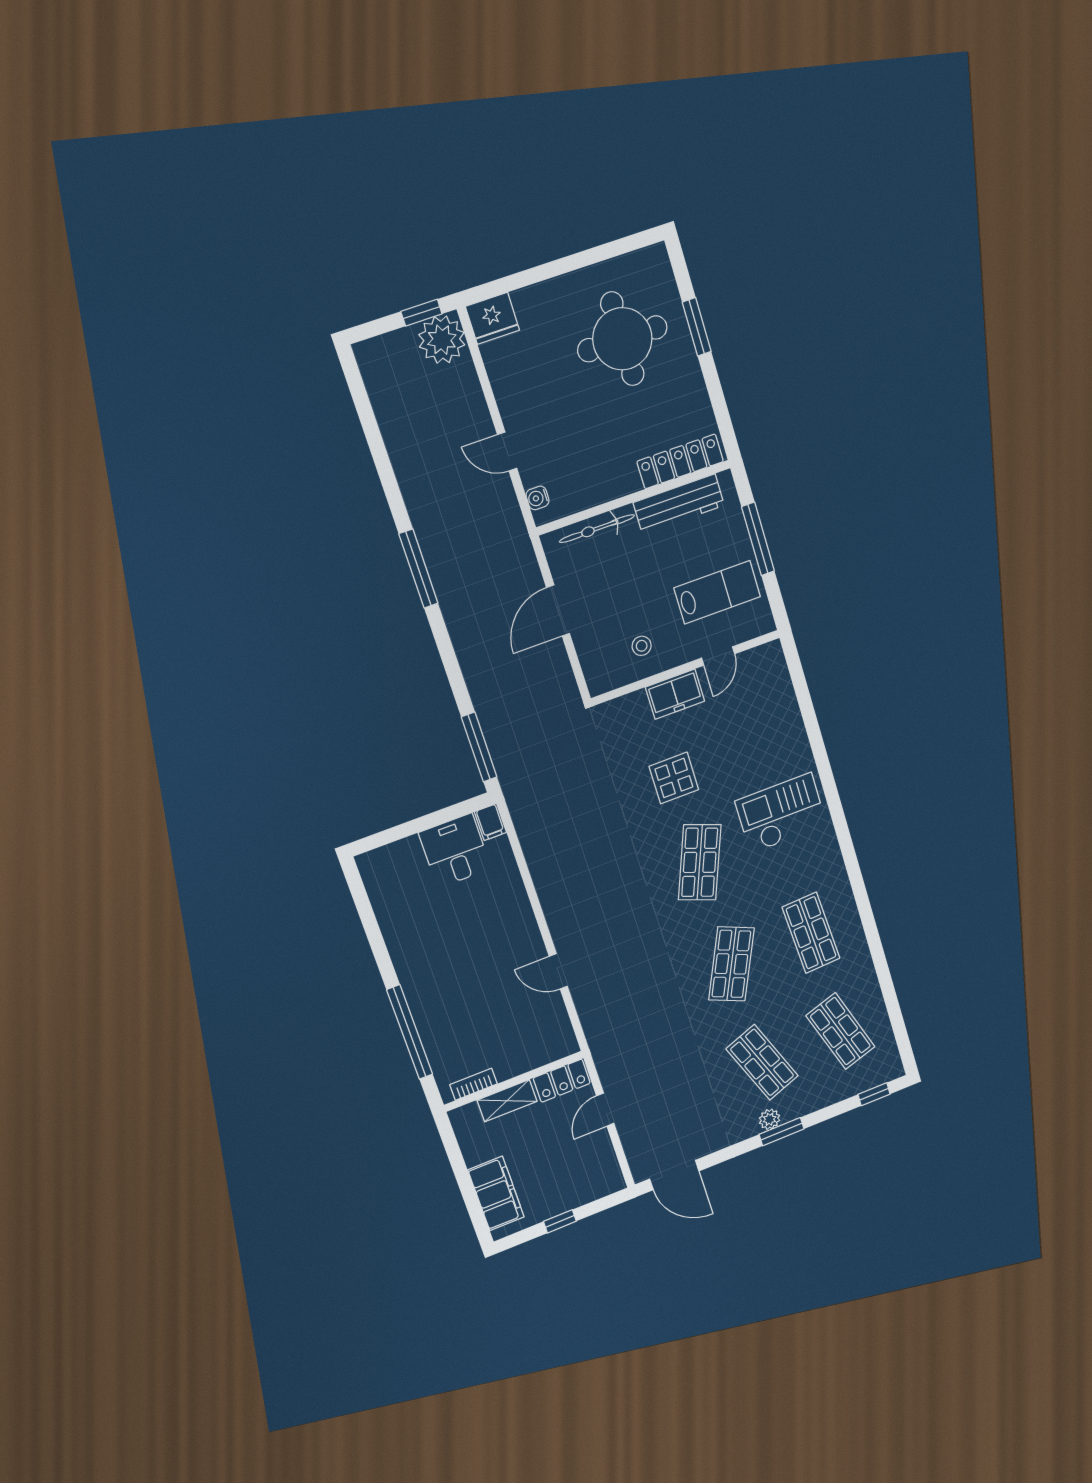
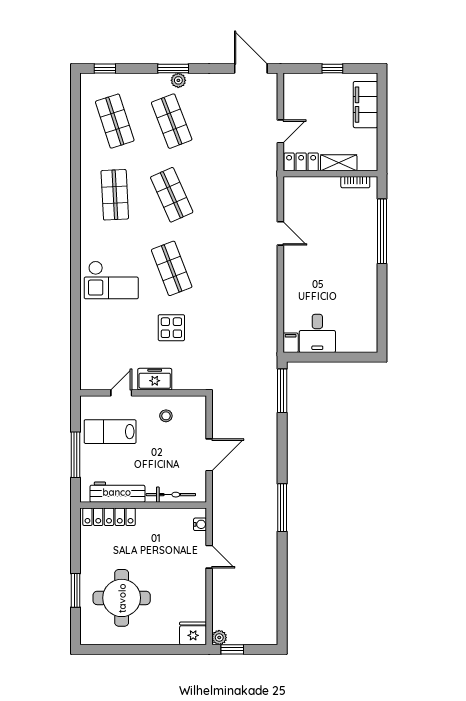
plant: (442, 340) -> (219, 638), width x0.53, depth x0.53
shop shelf: (700, 862) -> (172, 268), turned -42
shop shelf: (731, 964) -> (172, 195), turned -48

